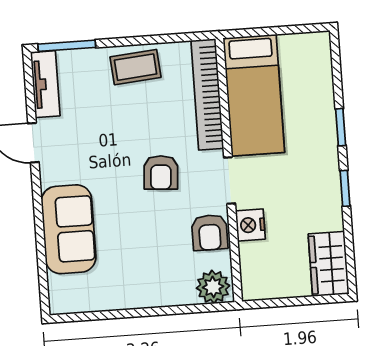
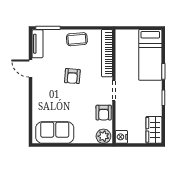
bed: (254, 95) -> (150, 55), moved
armchair: (161, 173) -> (72, 76), moved
nightstand: (250, 225) -> (121, 137), moved
sofa: (69, 229) -> (55, 132), moved, turned -90

